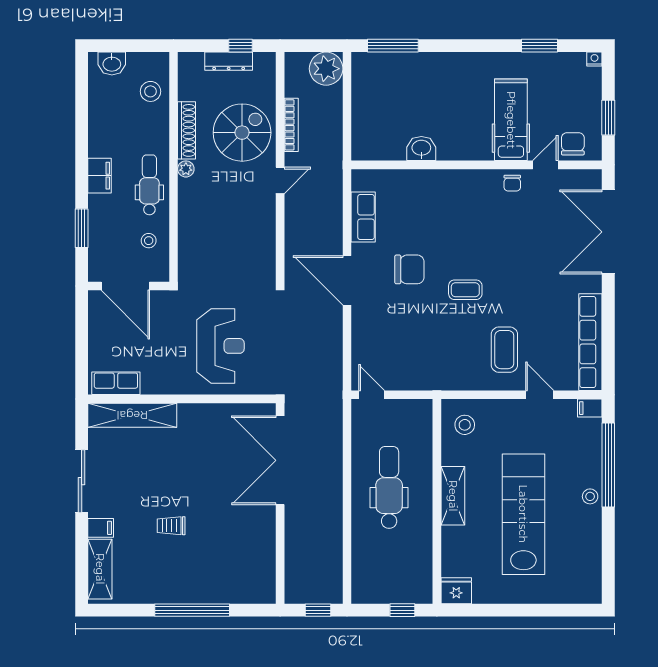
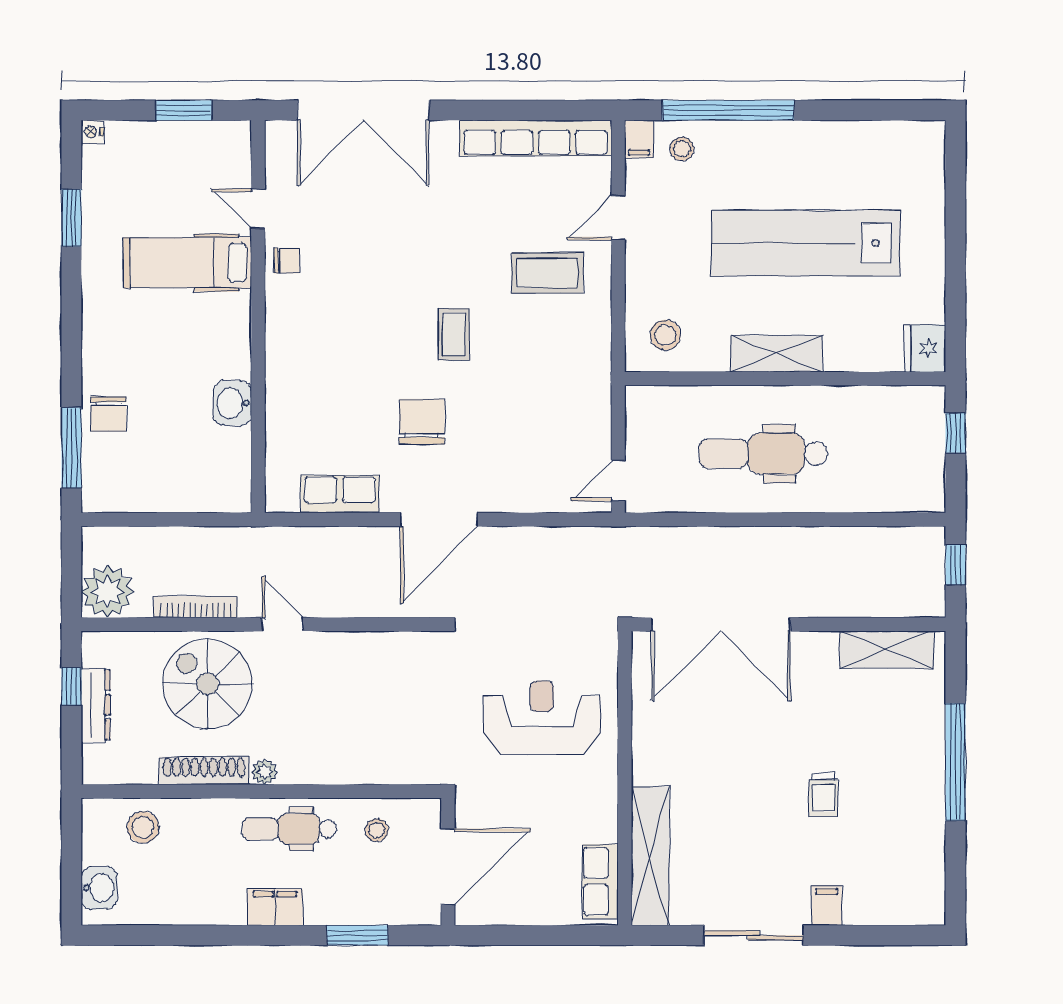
plant: (326, 69) -> (107, 592), moved
chair: (573, 144) -> (108, 414), moved, turned -90
stool: (590, 496) -> (682, 149), moved
shelving: (100, 569) -> (887, 650), moved

